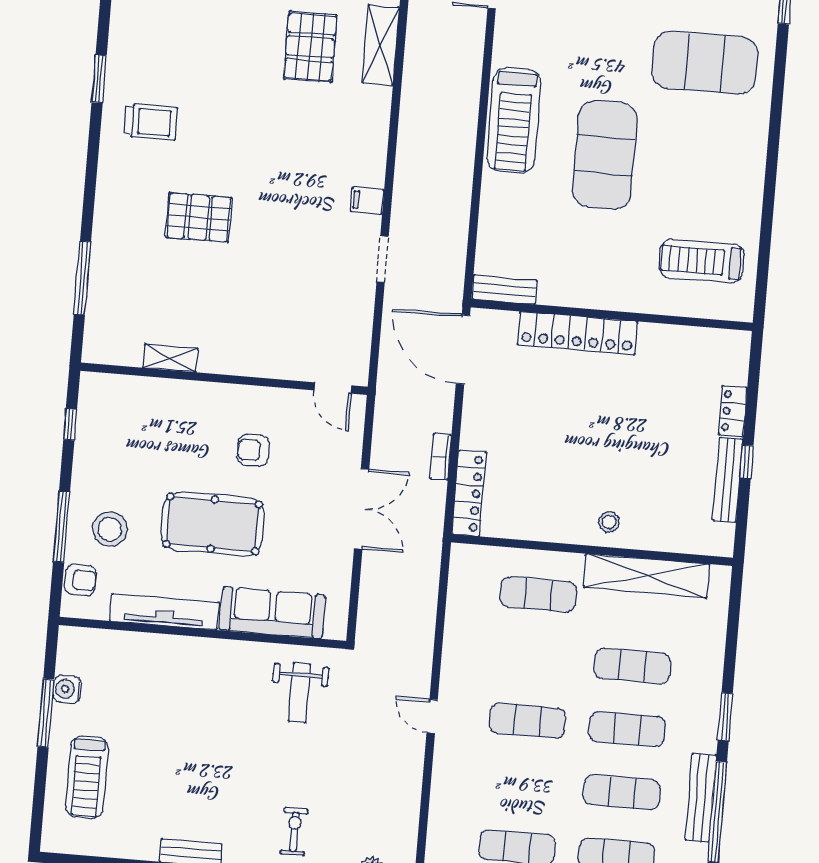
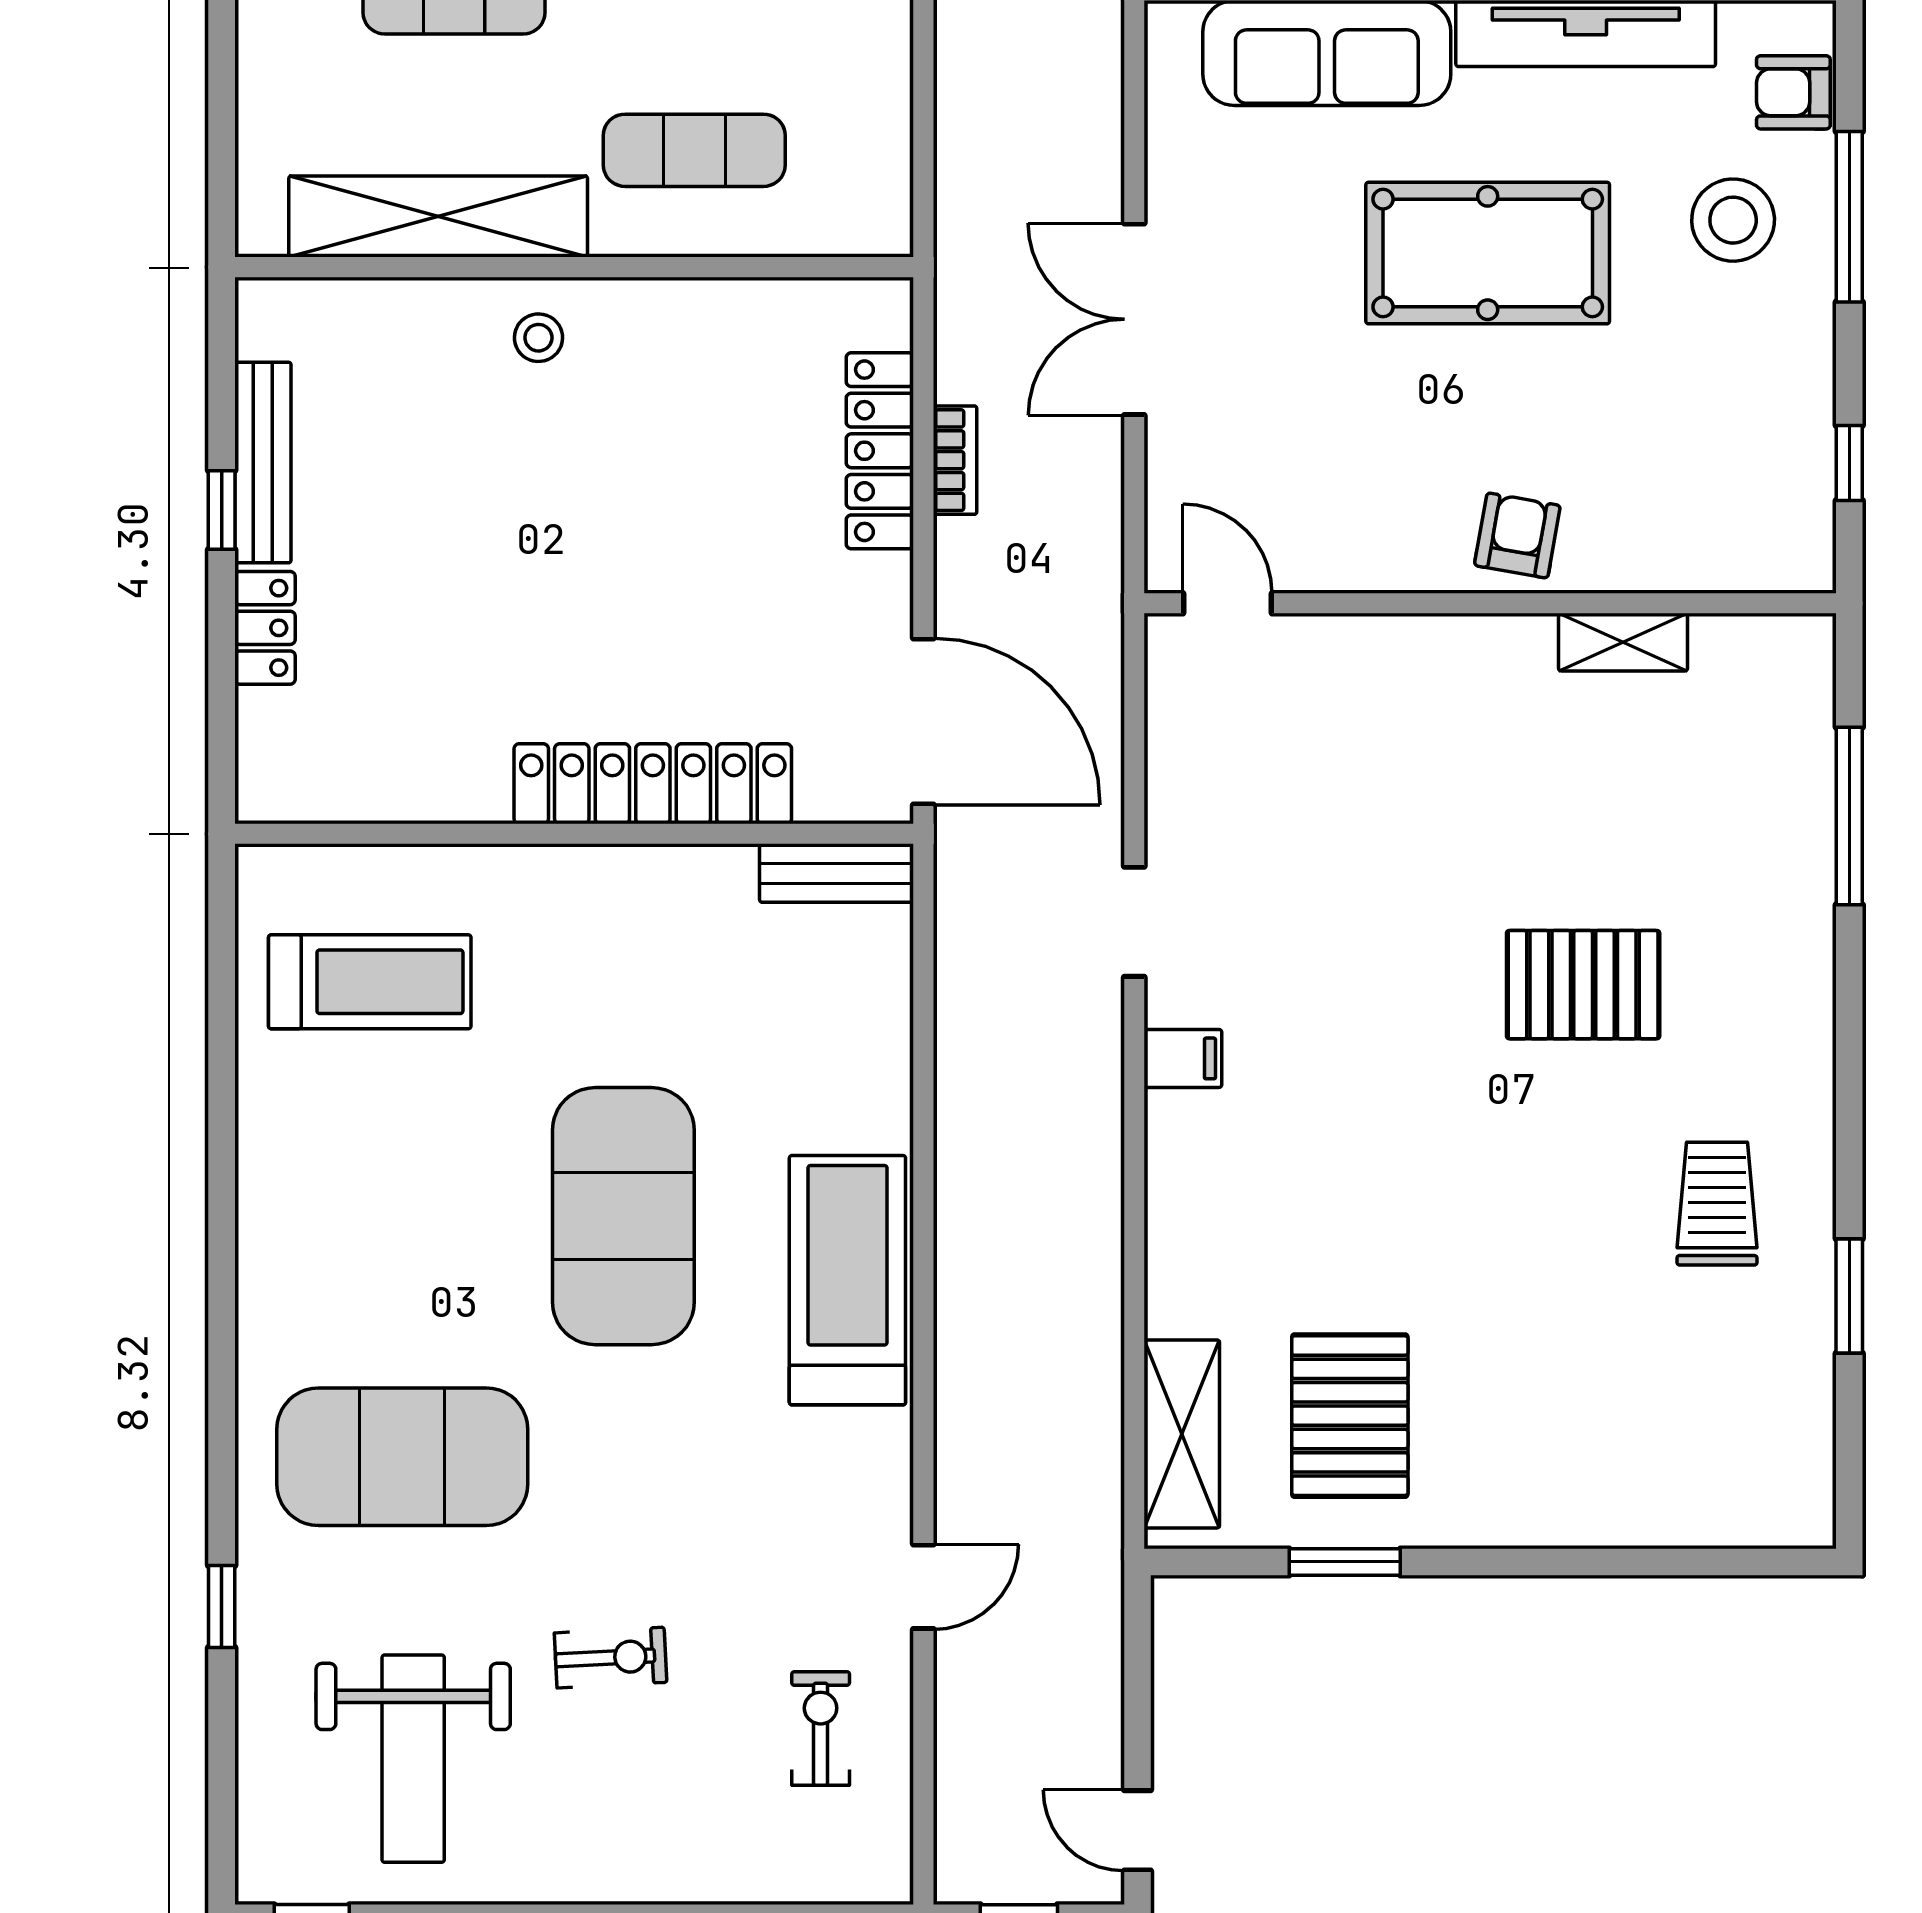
trolley: (151, 122) -> (1717, 1204), turned 90
armchair: (253, 450) -> (1517, 535), moved, turned -80
locker: (469, 493) -> (880, 451), moved

